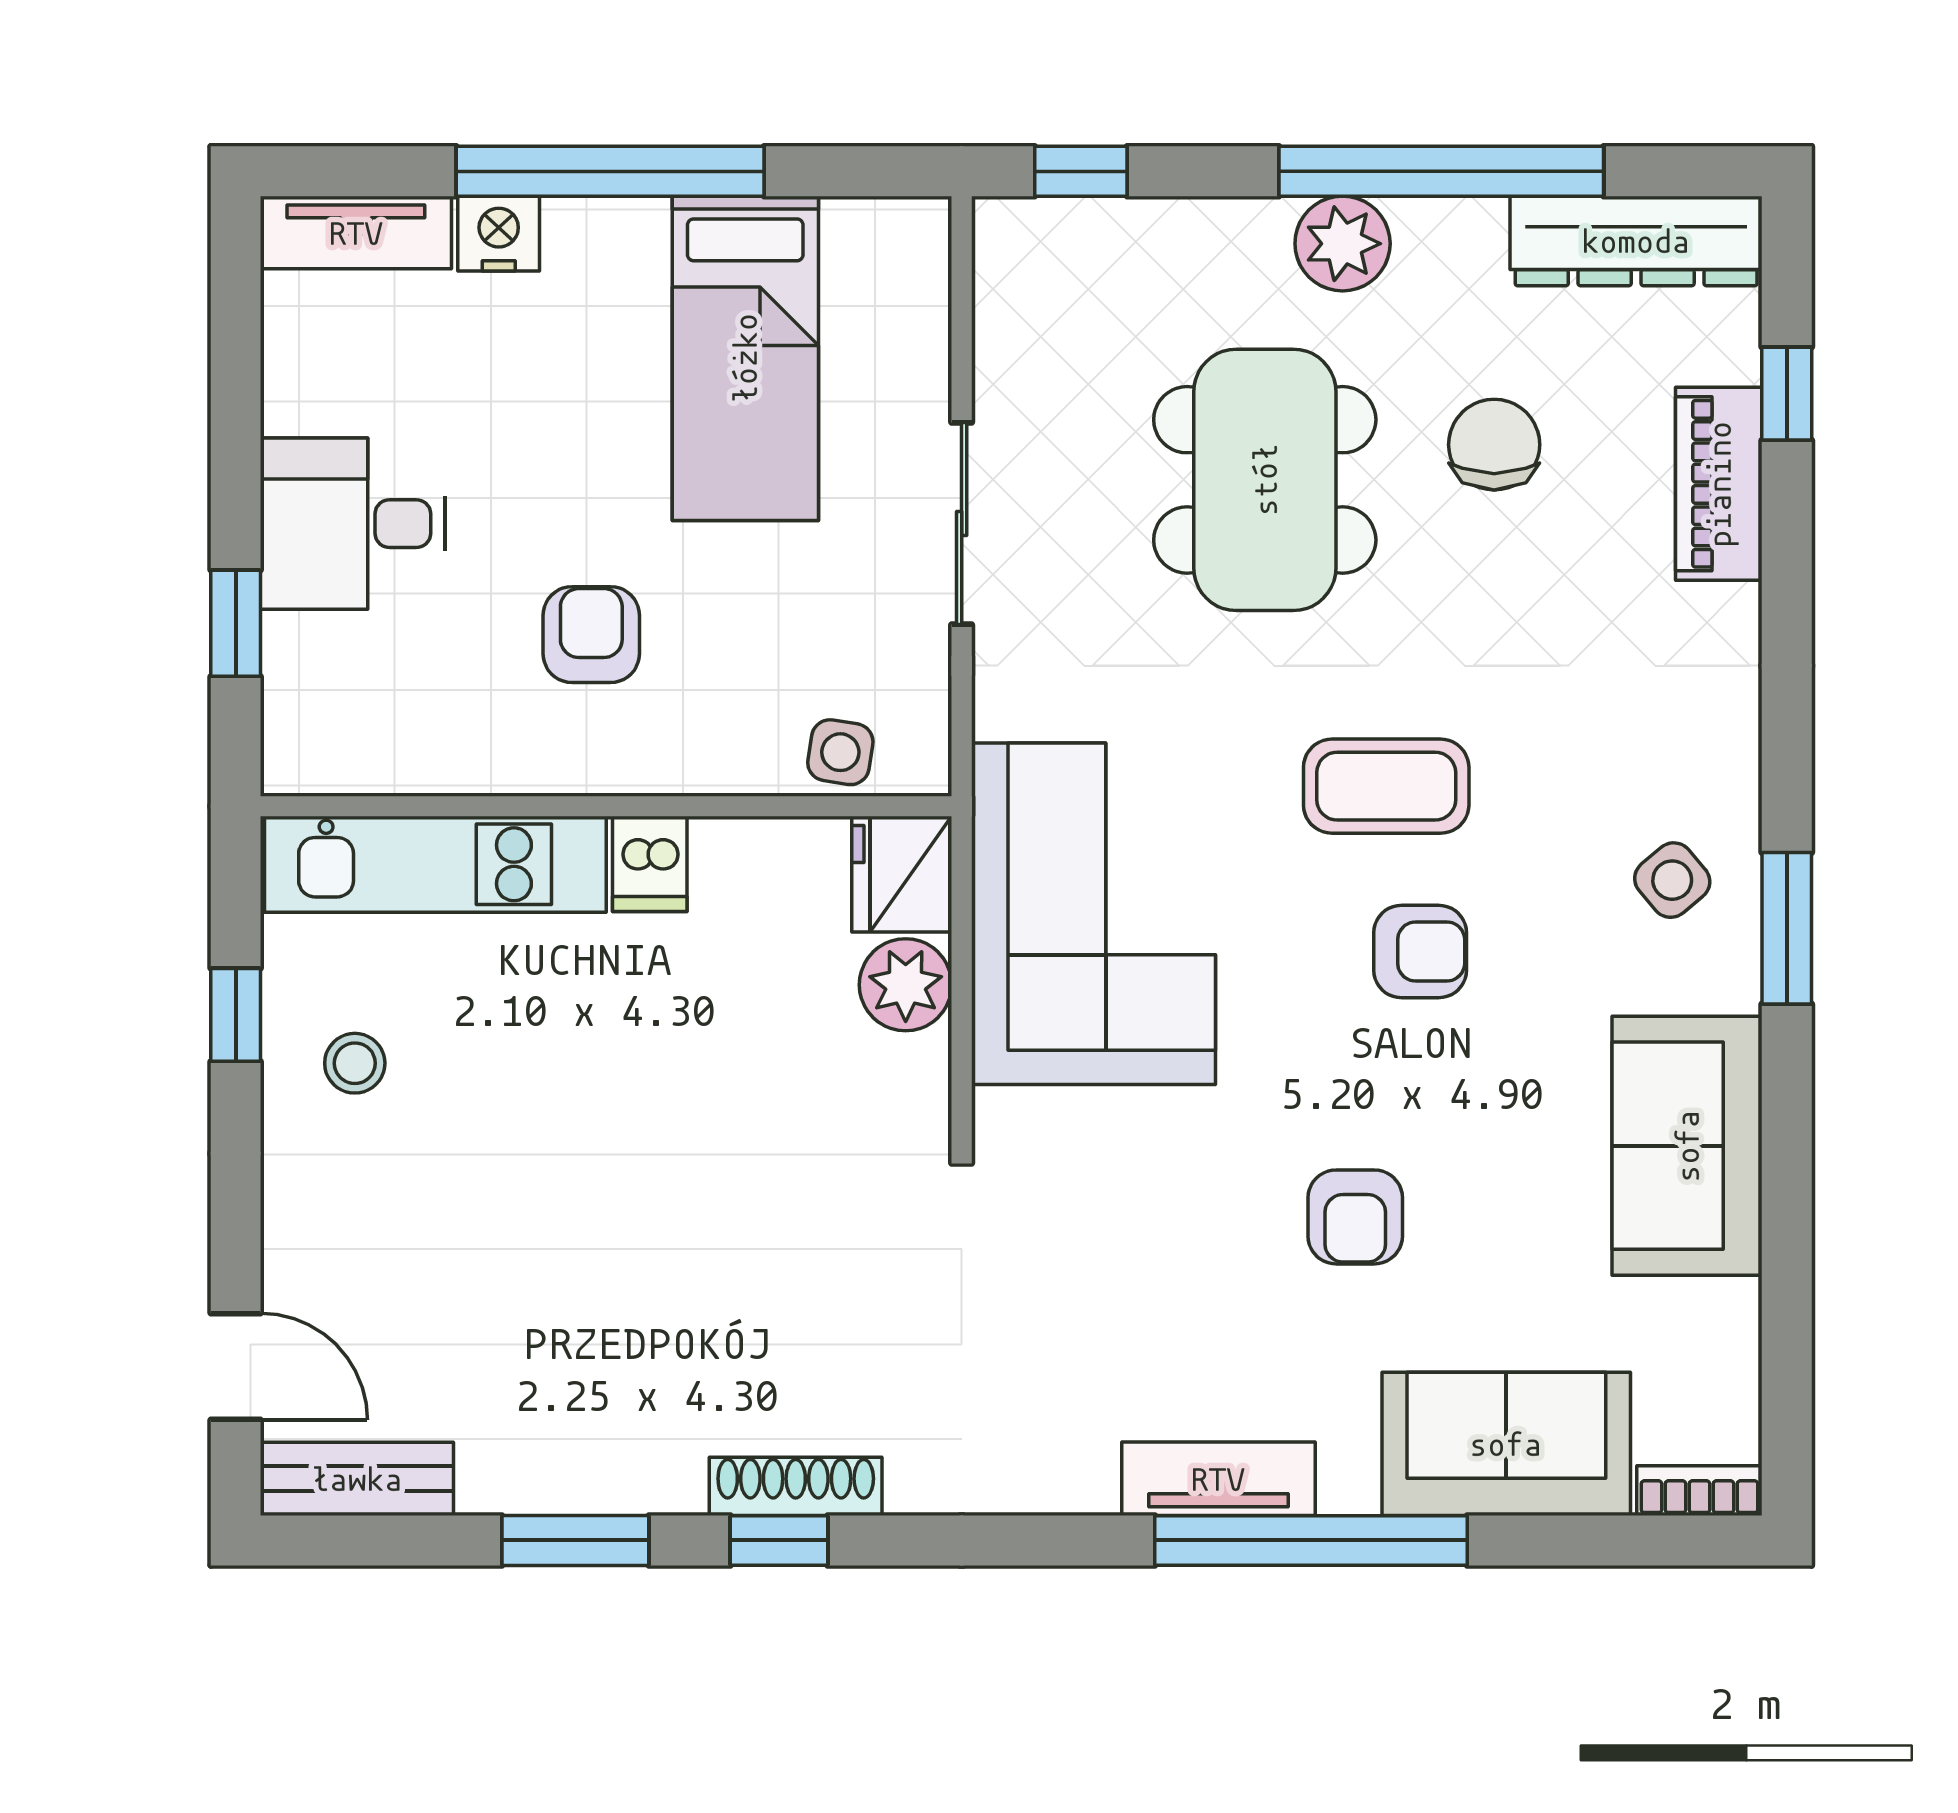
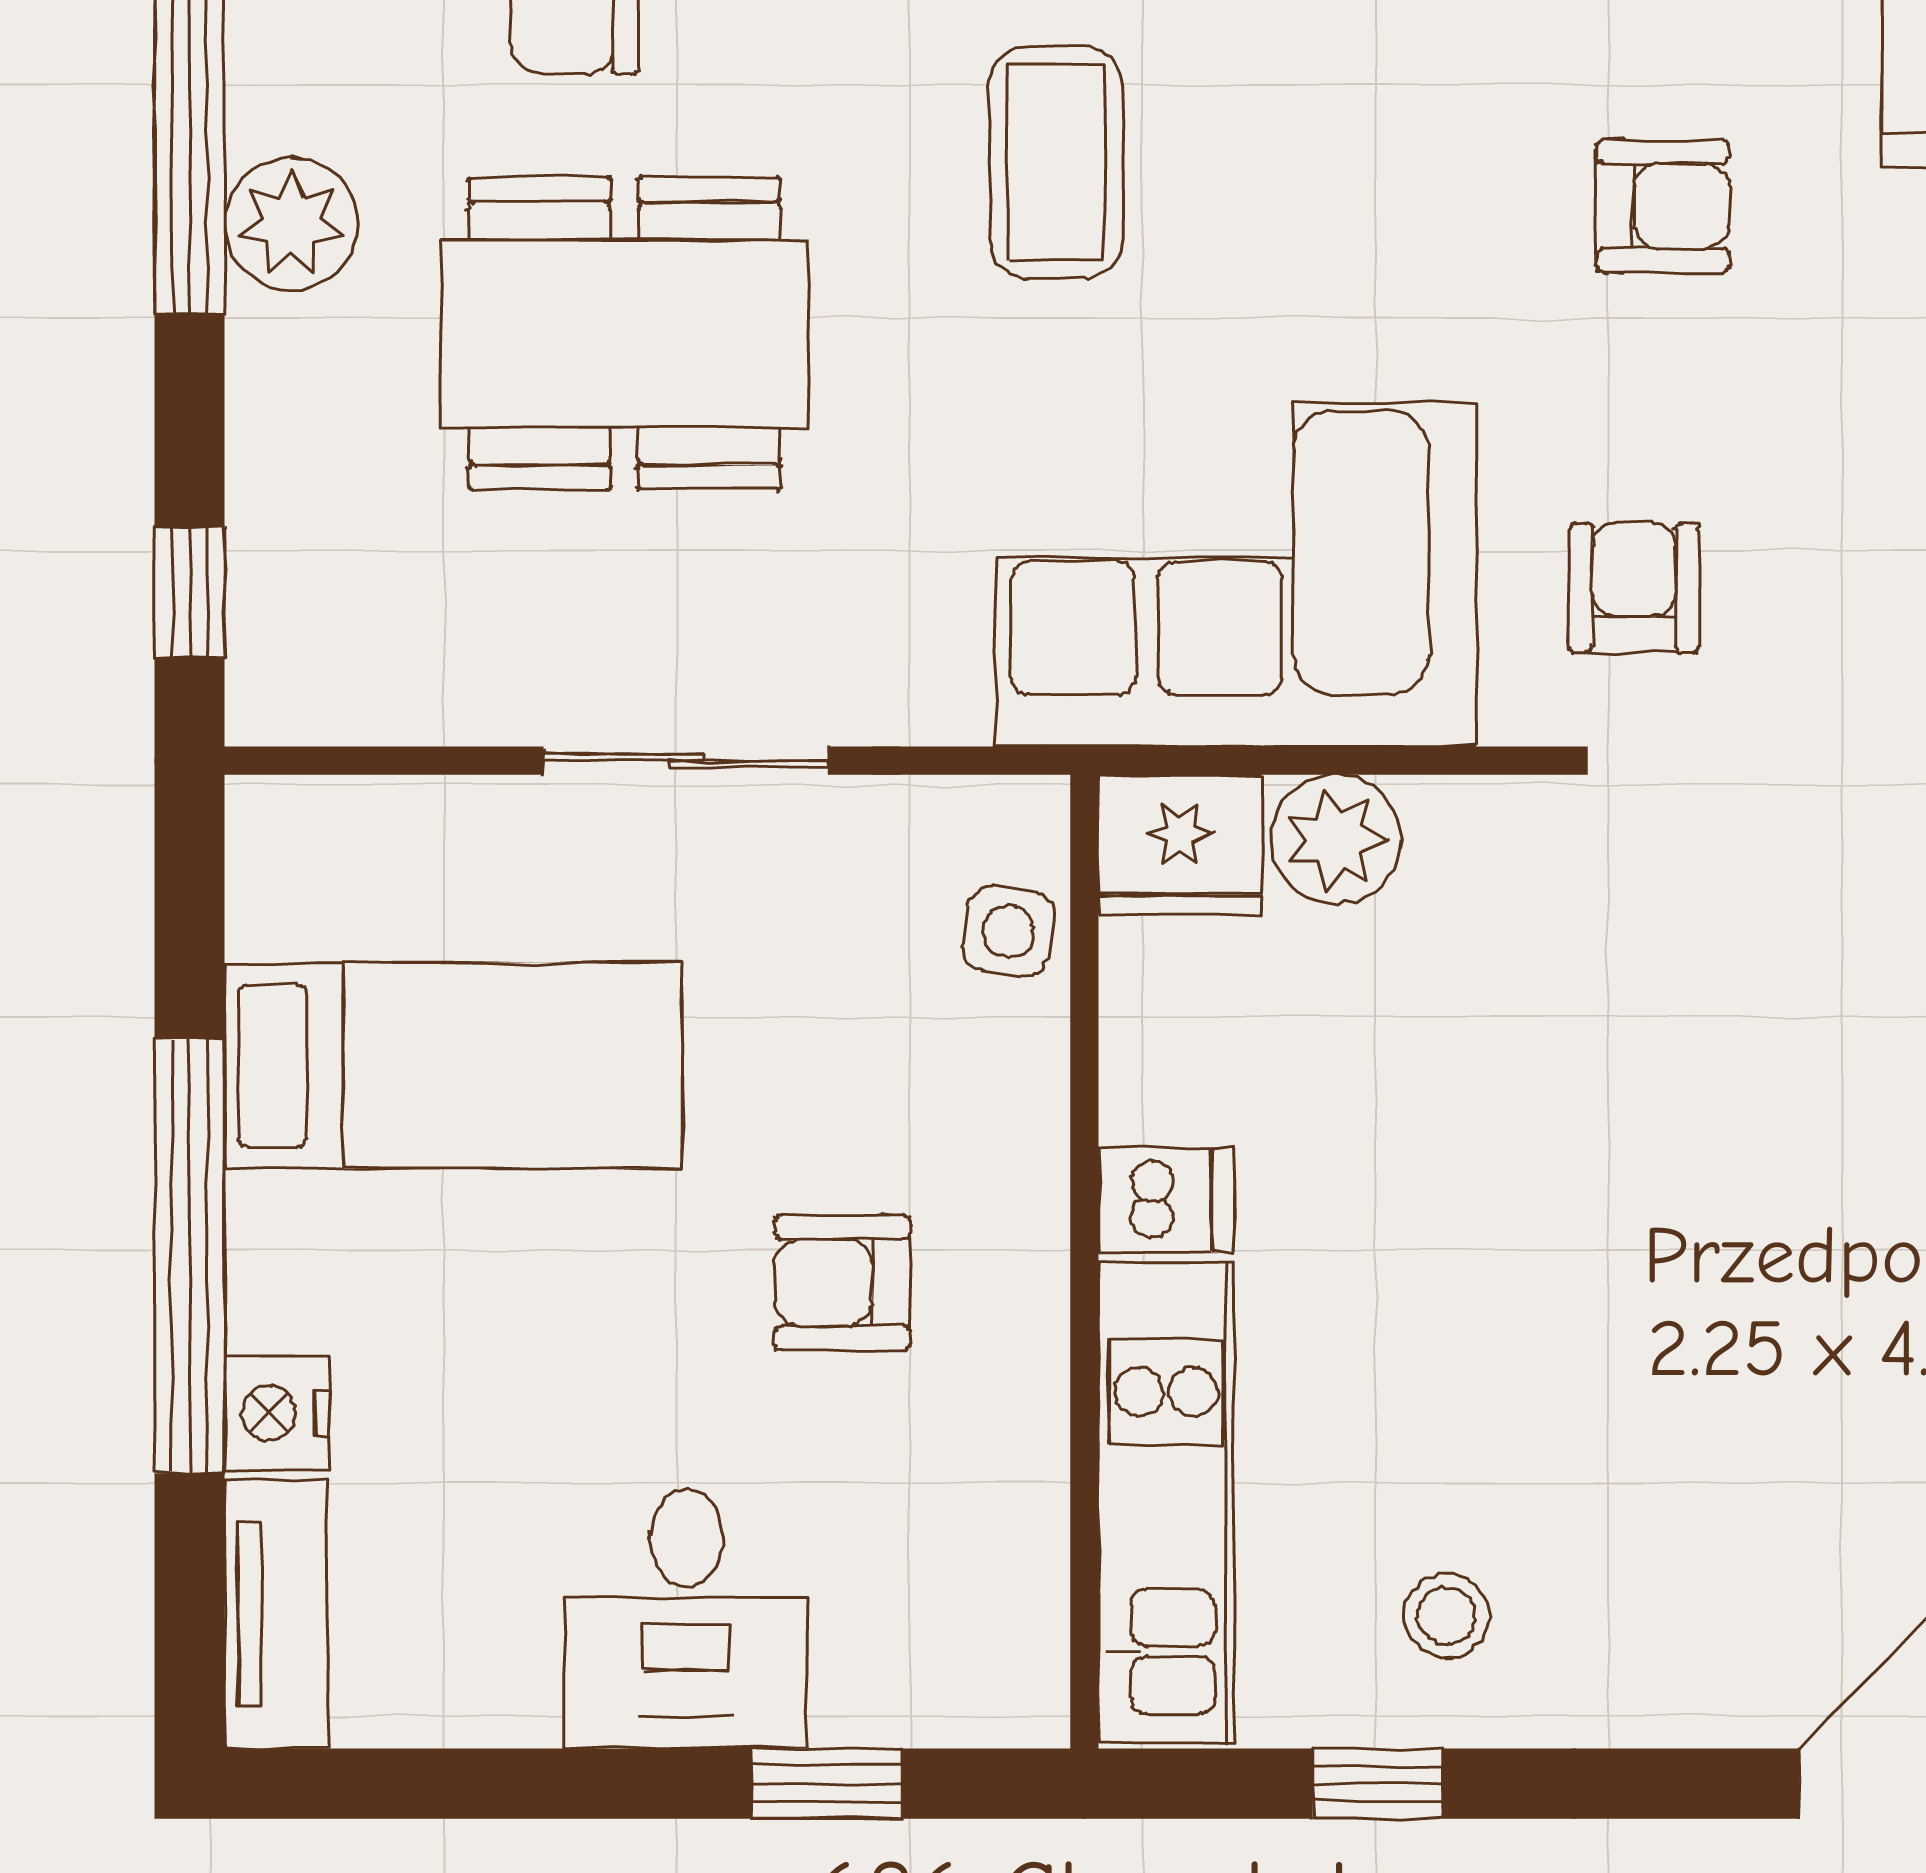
armchair: (1420, 951) -> (1634, 588), moved

